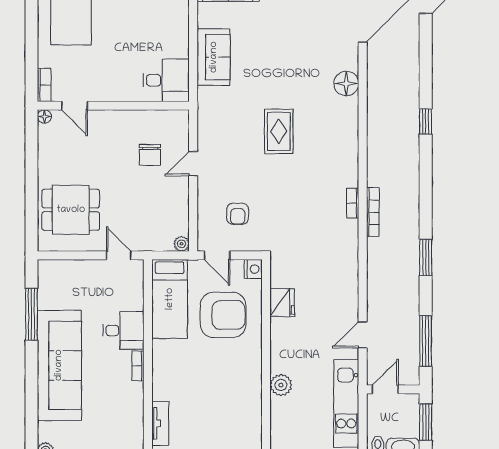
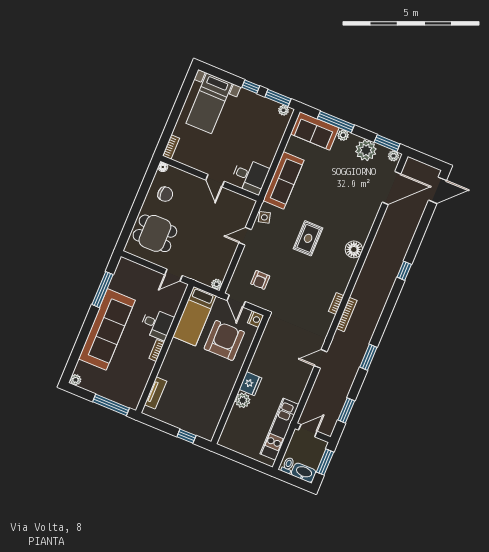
sofa: (214, 57) -> (283, 180), width x1.36
floor lamp: (346, 84) -> (354, 249), moved
door: (74, 106) -> (215, 181), moved
side table: (208, 128) -> (264, 217), added
chair: (150, 155) -> (165, 194), moved, turned -90
door: (119, 255) -> (173, 275), swing flipped
fridge: (282, 303) -> (250, 384), moved
armchair: (223, 315) -> (224, 340), turned -90
door: (363, 335) -> (321, 359), moved
window: (426, 341) -> (346, 410), width x0.69

